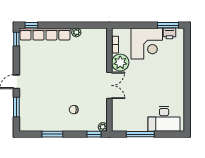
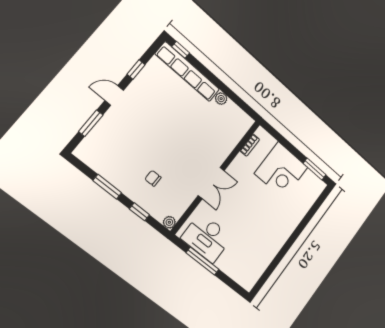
printer: (170, 33) -> (310, 179), removed
window: (16, 39) -> (136, 69), moved
plant: (120, 63) -> (241, 168), removed
desk: (164, 119) -> (207, 238), moved
window: (94, 134) -> (139, 212), moved

